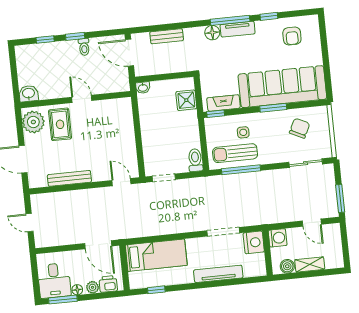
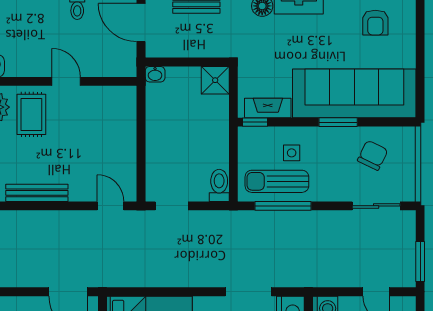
shower: (186, 100) -> (215, 80), moved

